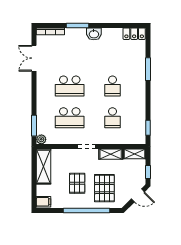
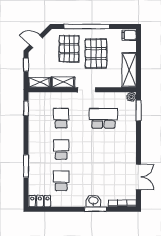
washbasin: (94, 34) -> (93, 201), moved
school desk: (70, 86) -> (61, 181), moved, width x0.54
pallet: (77, 183) -> (96, 54), width x1.50, depth x1.42

